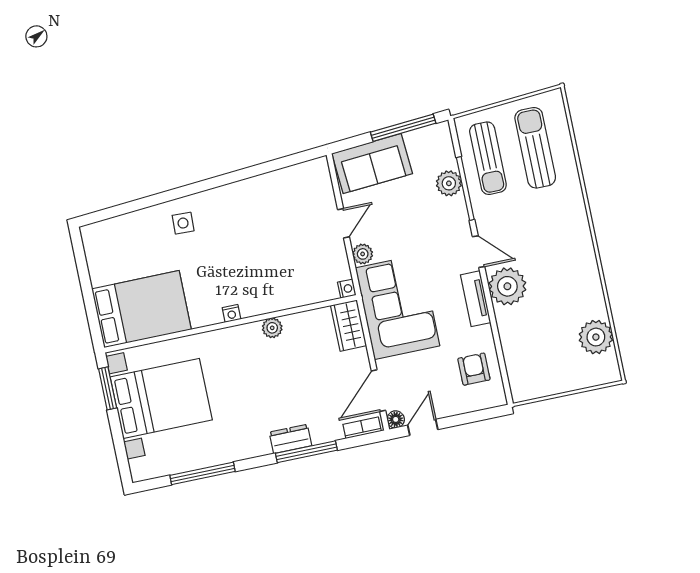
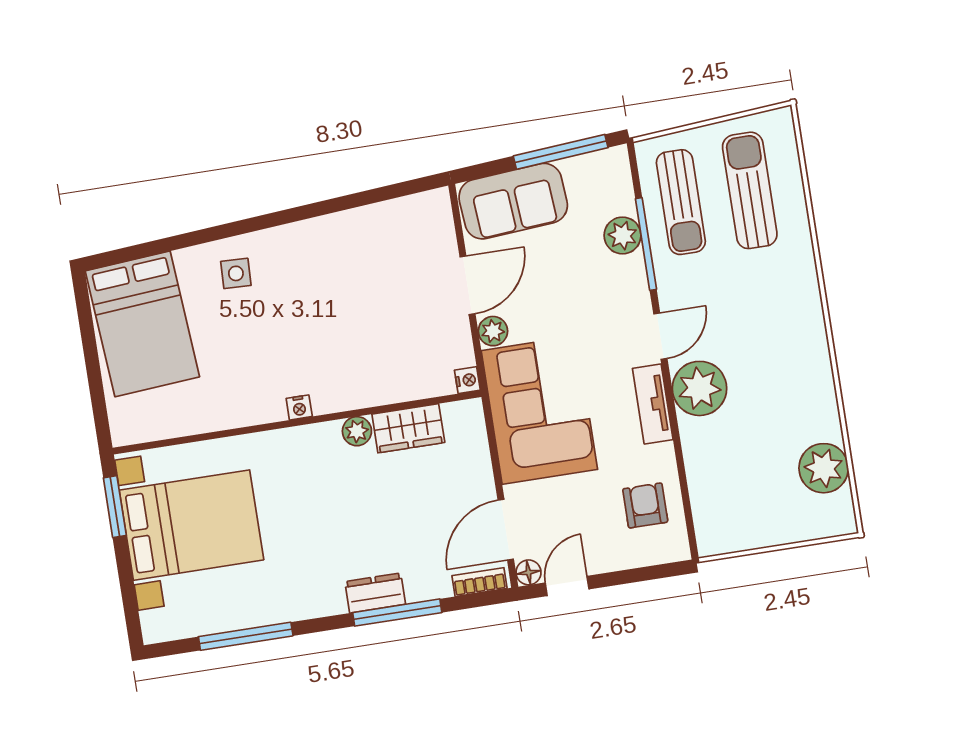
door: (343, 223) -> (467, 285), width x1.37
door: (479, 252) -> (660, 336), hinge flipped
bed: (142, 309) -> (142, 324), moved, turned 86
wardrobe: (349, 326) -> (408, 428), moved, turned -90

